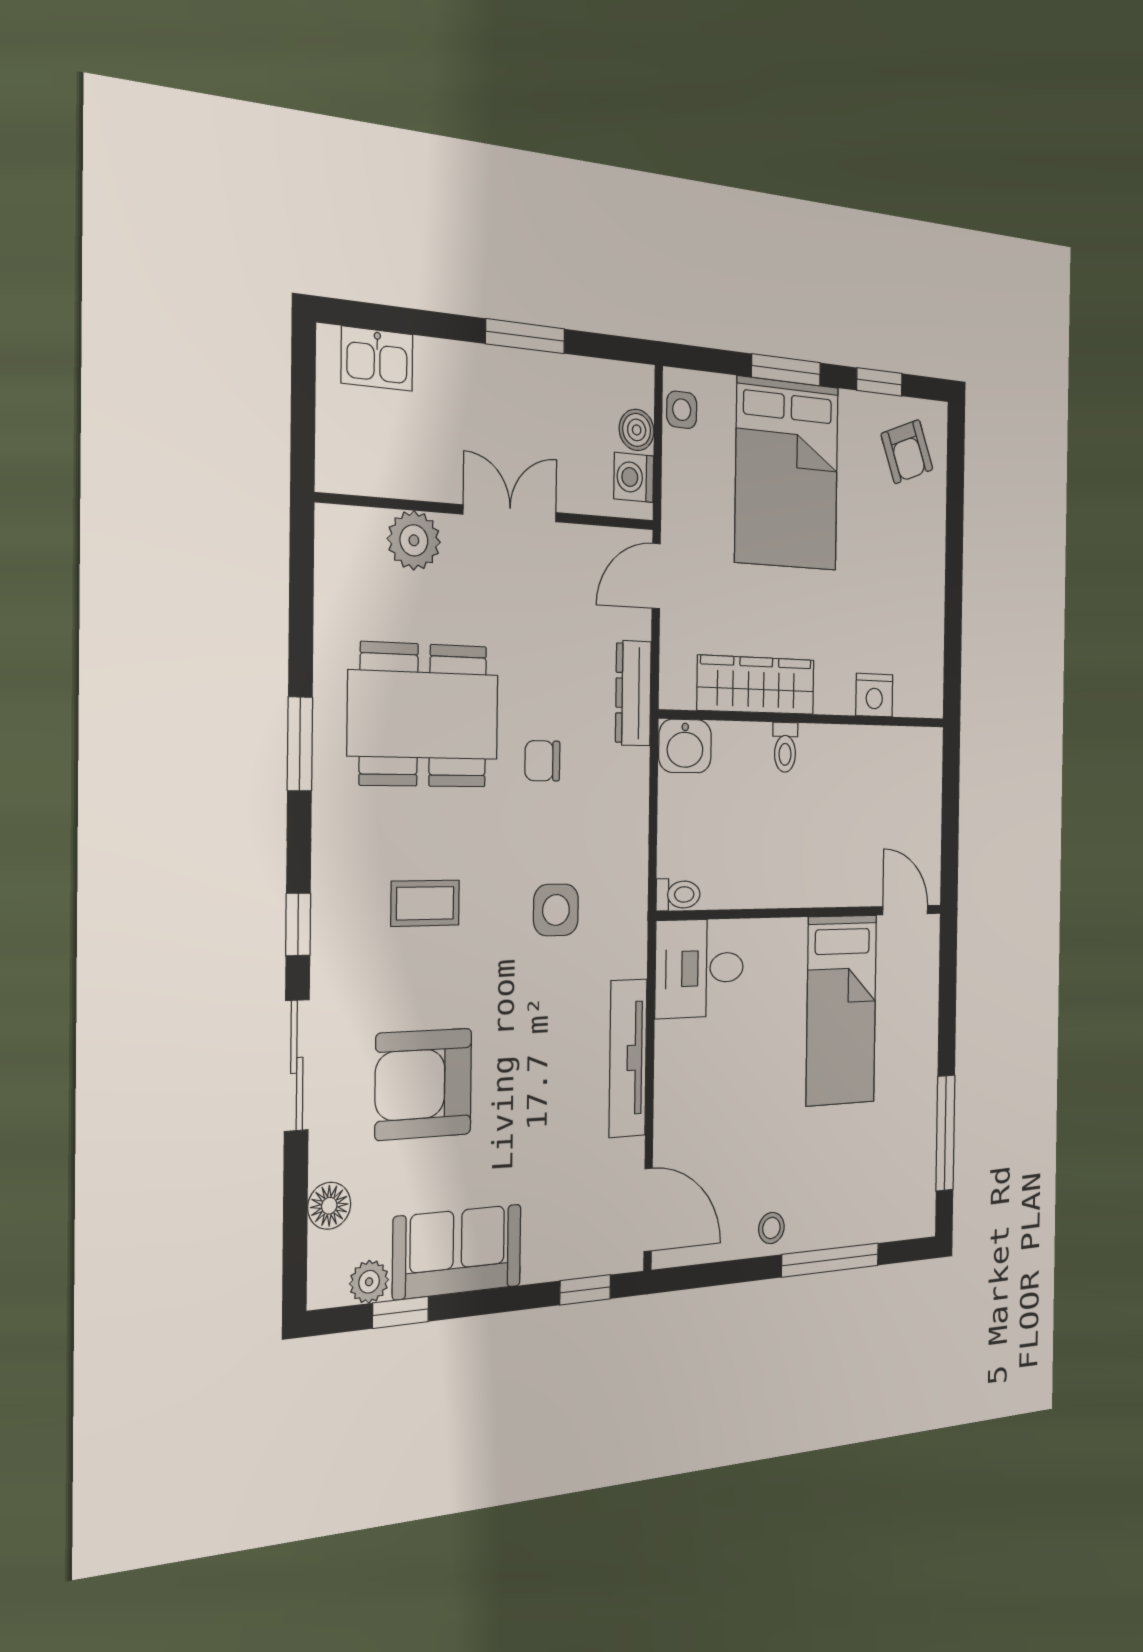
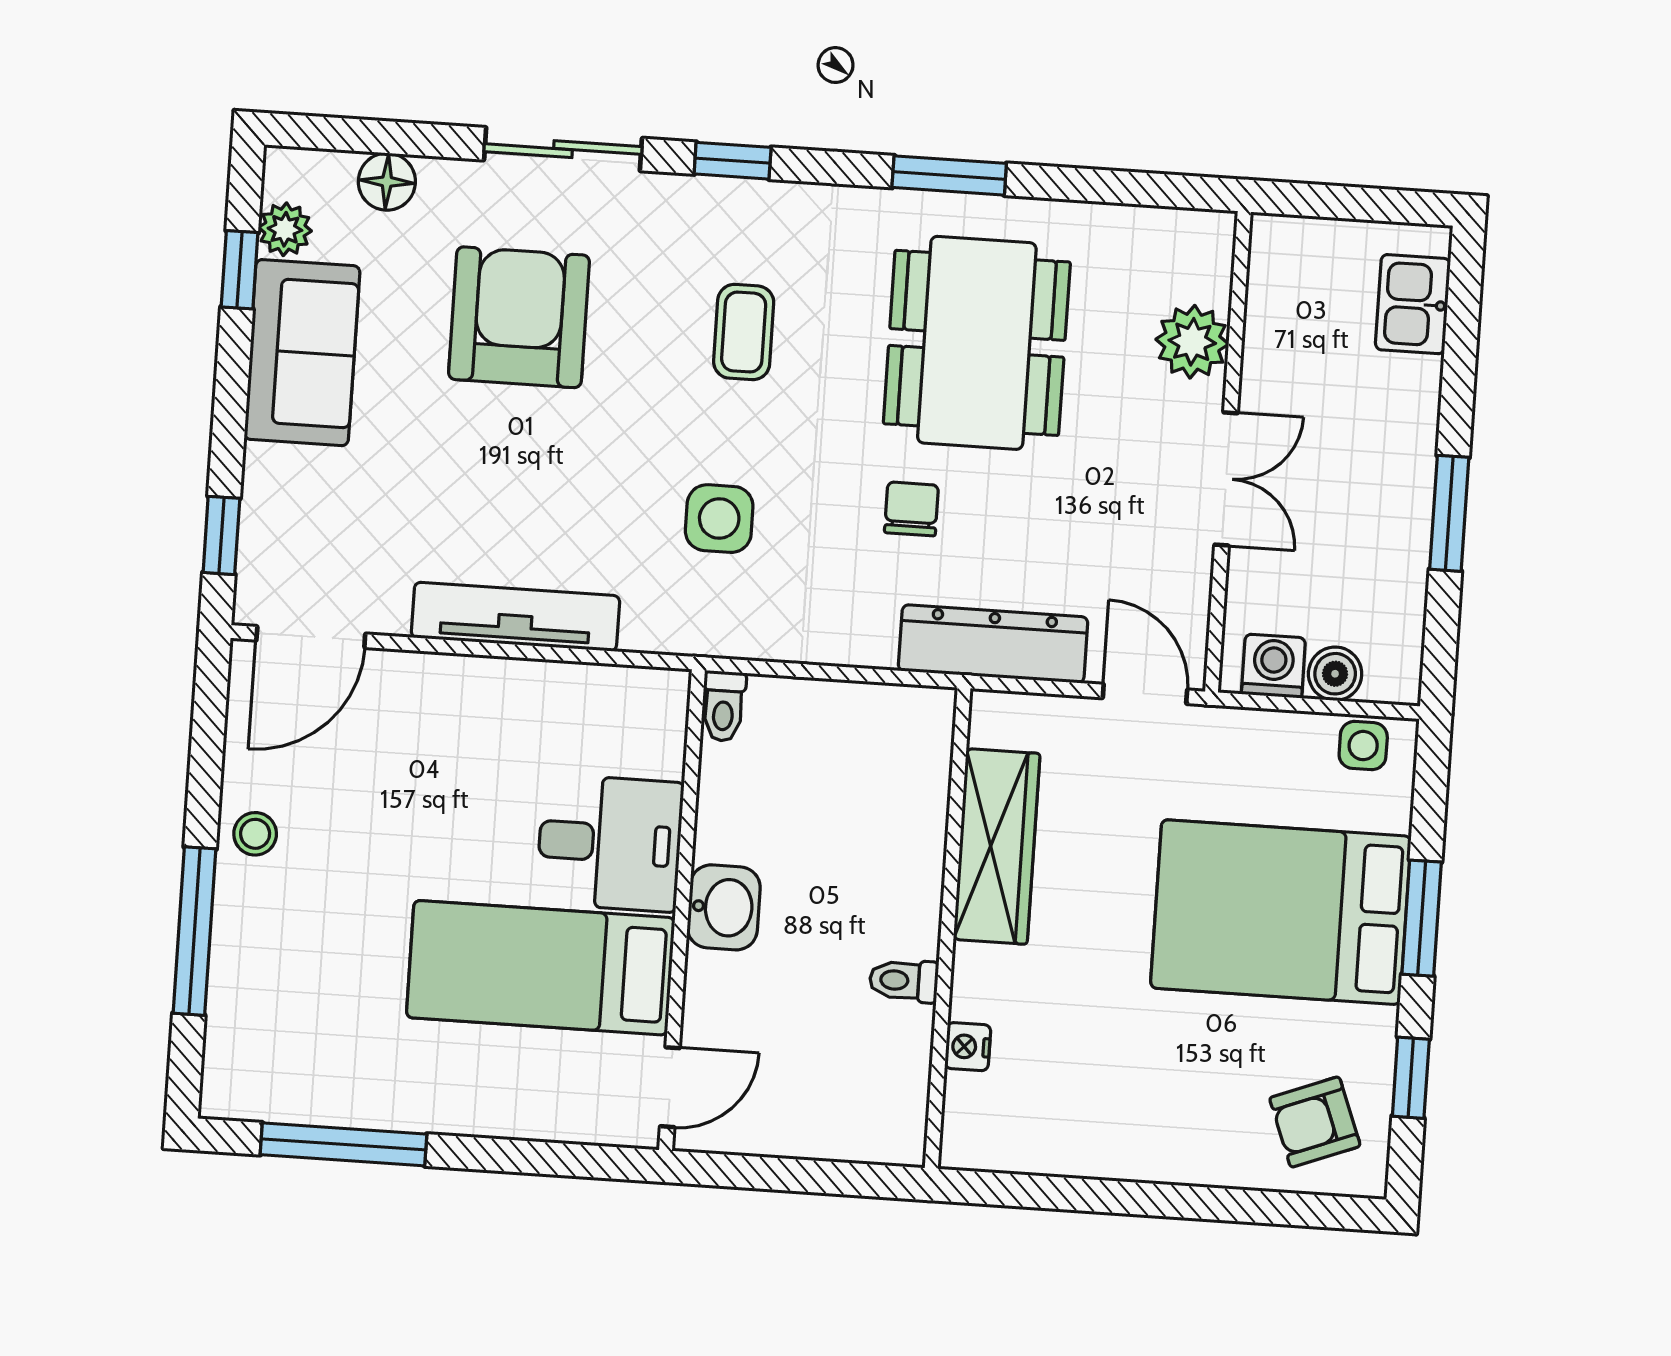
dresser: (633, 693) -> (993, 644), width x1.37, depth x1.24
nightstand: (874, 695) -> (968, 1047), width x0.72, depth x0.74
washbasin: (685, 746) -> (724, 907), moved, turned 180
toilet: (785, 747) -> (904, 981), moved
desk: (700, 968) -> (610, 843), moved, turned 90

